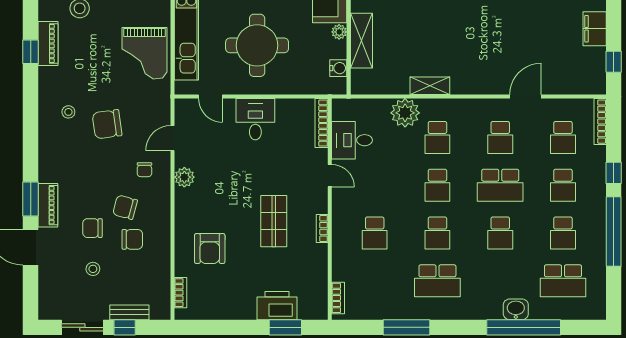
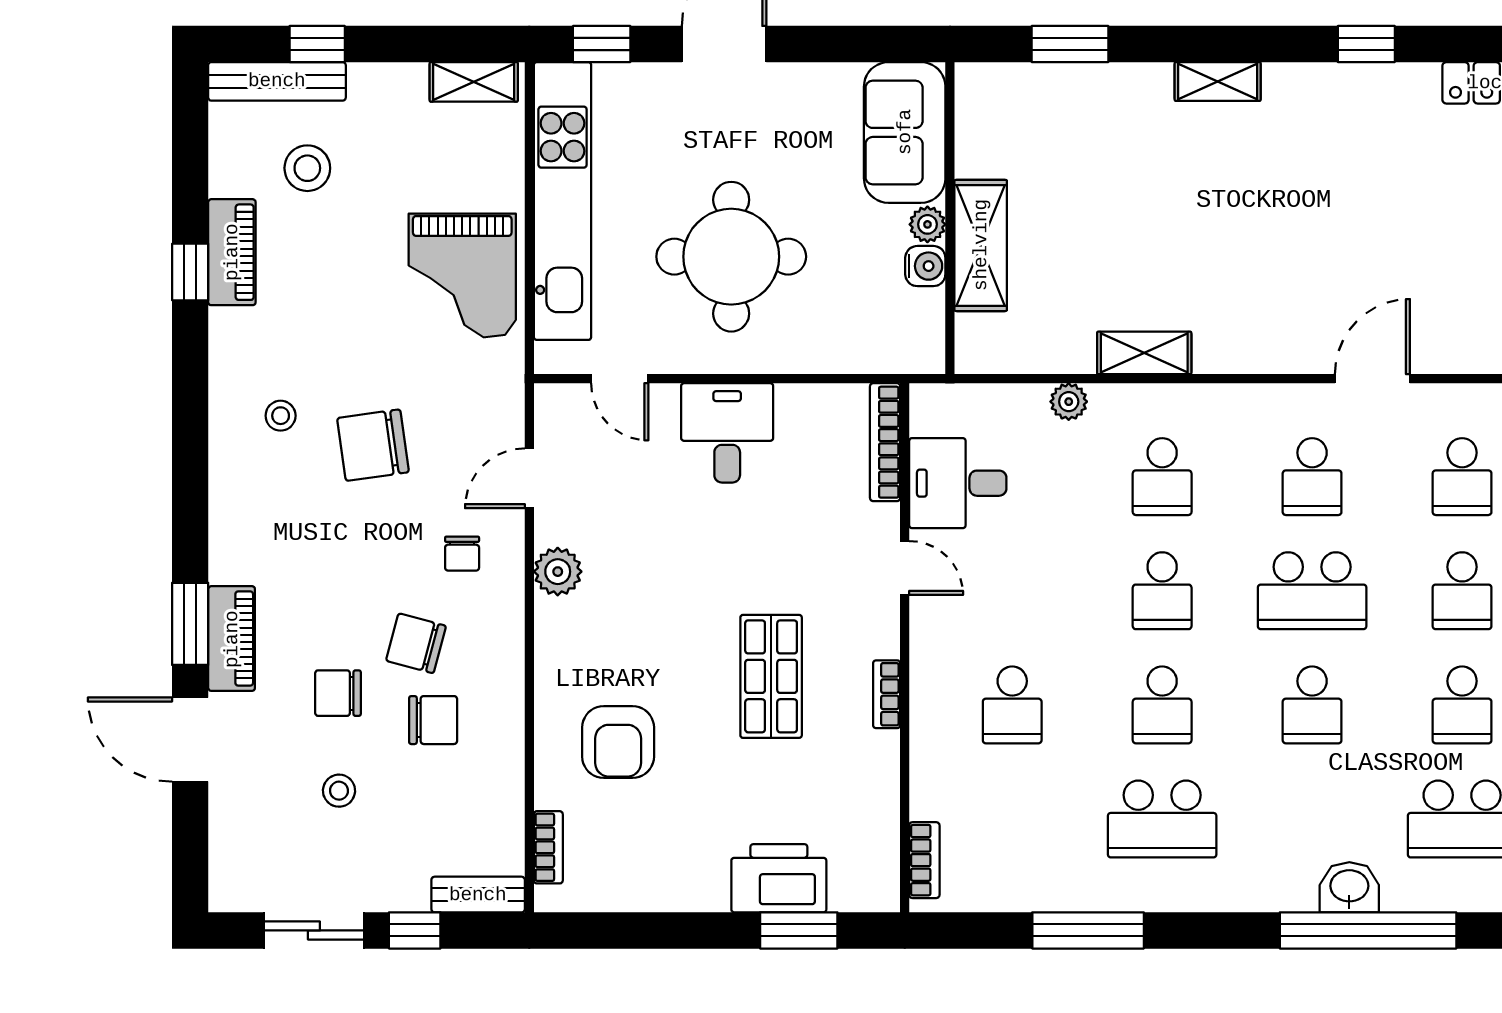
water cooler: (338, 68) -> (925, 266), moved
plant: (405, 113) -> (1069, 402), width x0.53, depth x0.53
bench: (129, 312) -> (478, 895), moved

